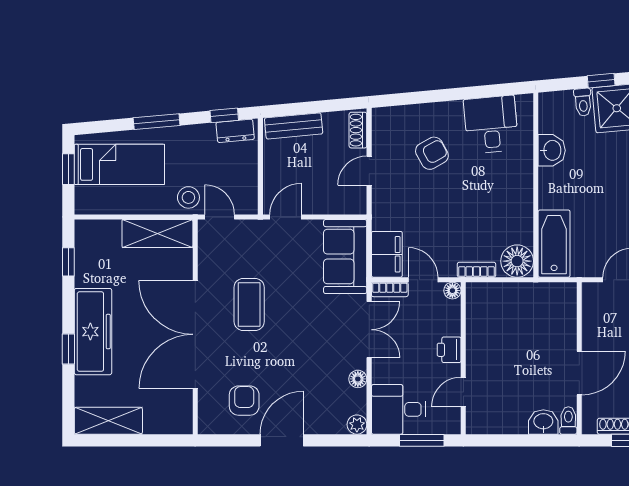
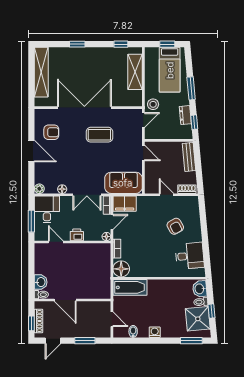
dresser: (235, 131) -> (185, 115), moved
washbasin: (552, 150) -> (200, 289), moved, turned 85
shelving: (157, 233) -> (135, 72), moved
freezer: (93, 332) -> (86, 57), removed
shelving: (108, 421) -> (41, 72), width x1.47

